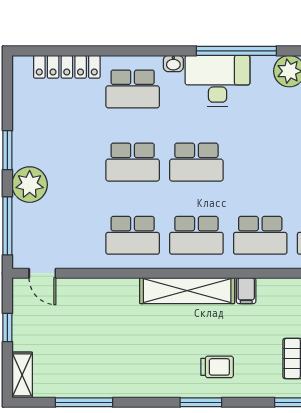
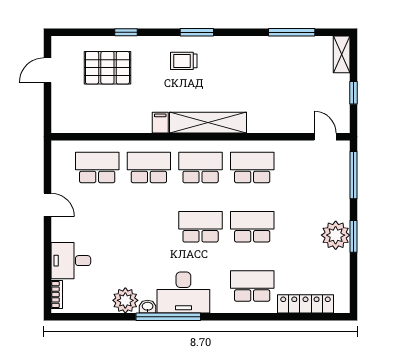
washbasin: (173, 63) -> (148, 307), moved
plant: (30, 185) -> (336, 235), moved

